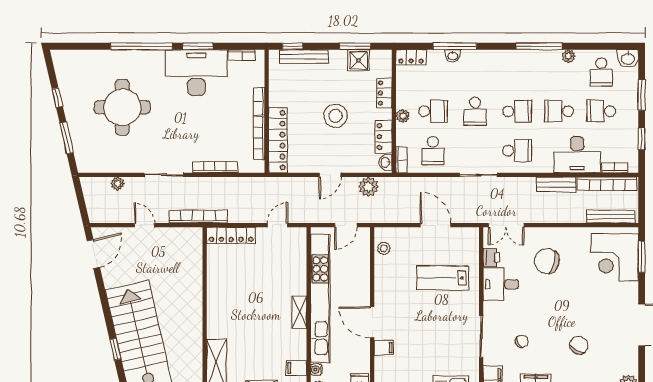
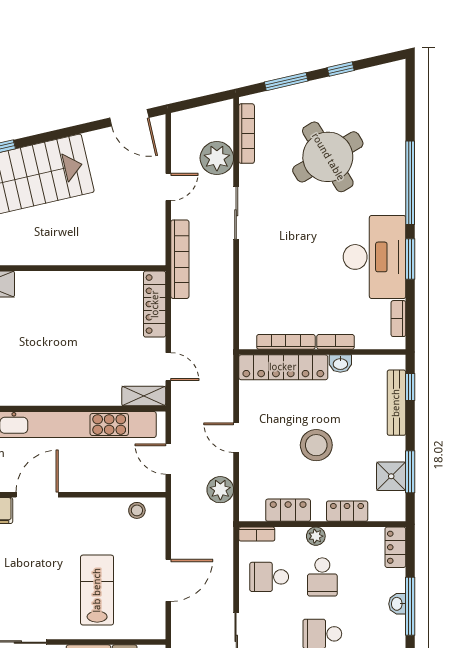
round table: (122, 107) -> (328, 157), turned -31
washbasin: (385, 162) -> (340, 364), moved, turned 180
bookcase: (215, 167) -> (247, 134), moved
plant: (117, 184) -> (217, 158), width x1.88, depth x1.88
shelving: (299, 312) -> (144, 396), moved

